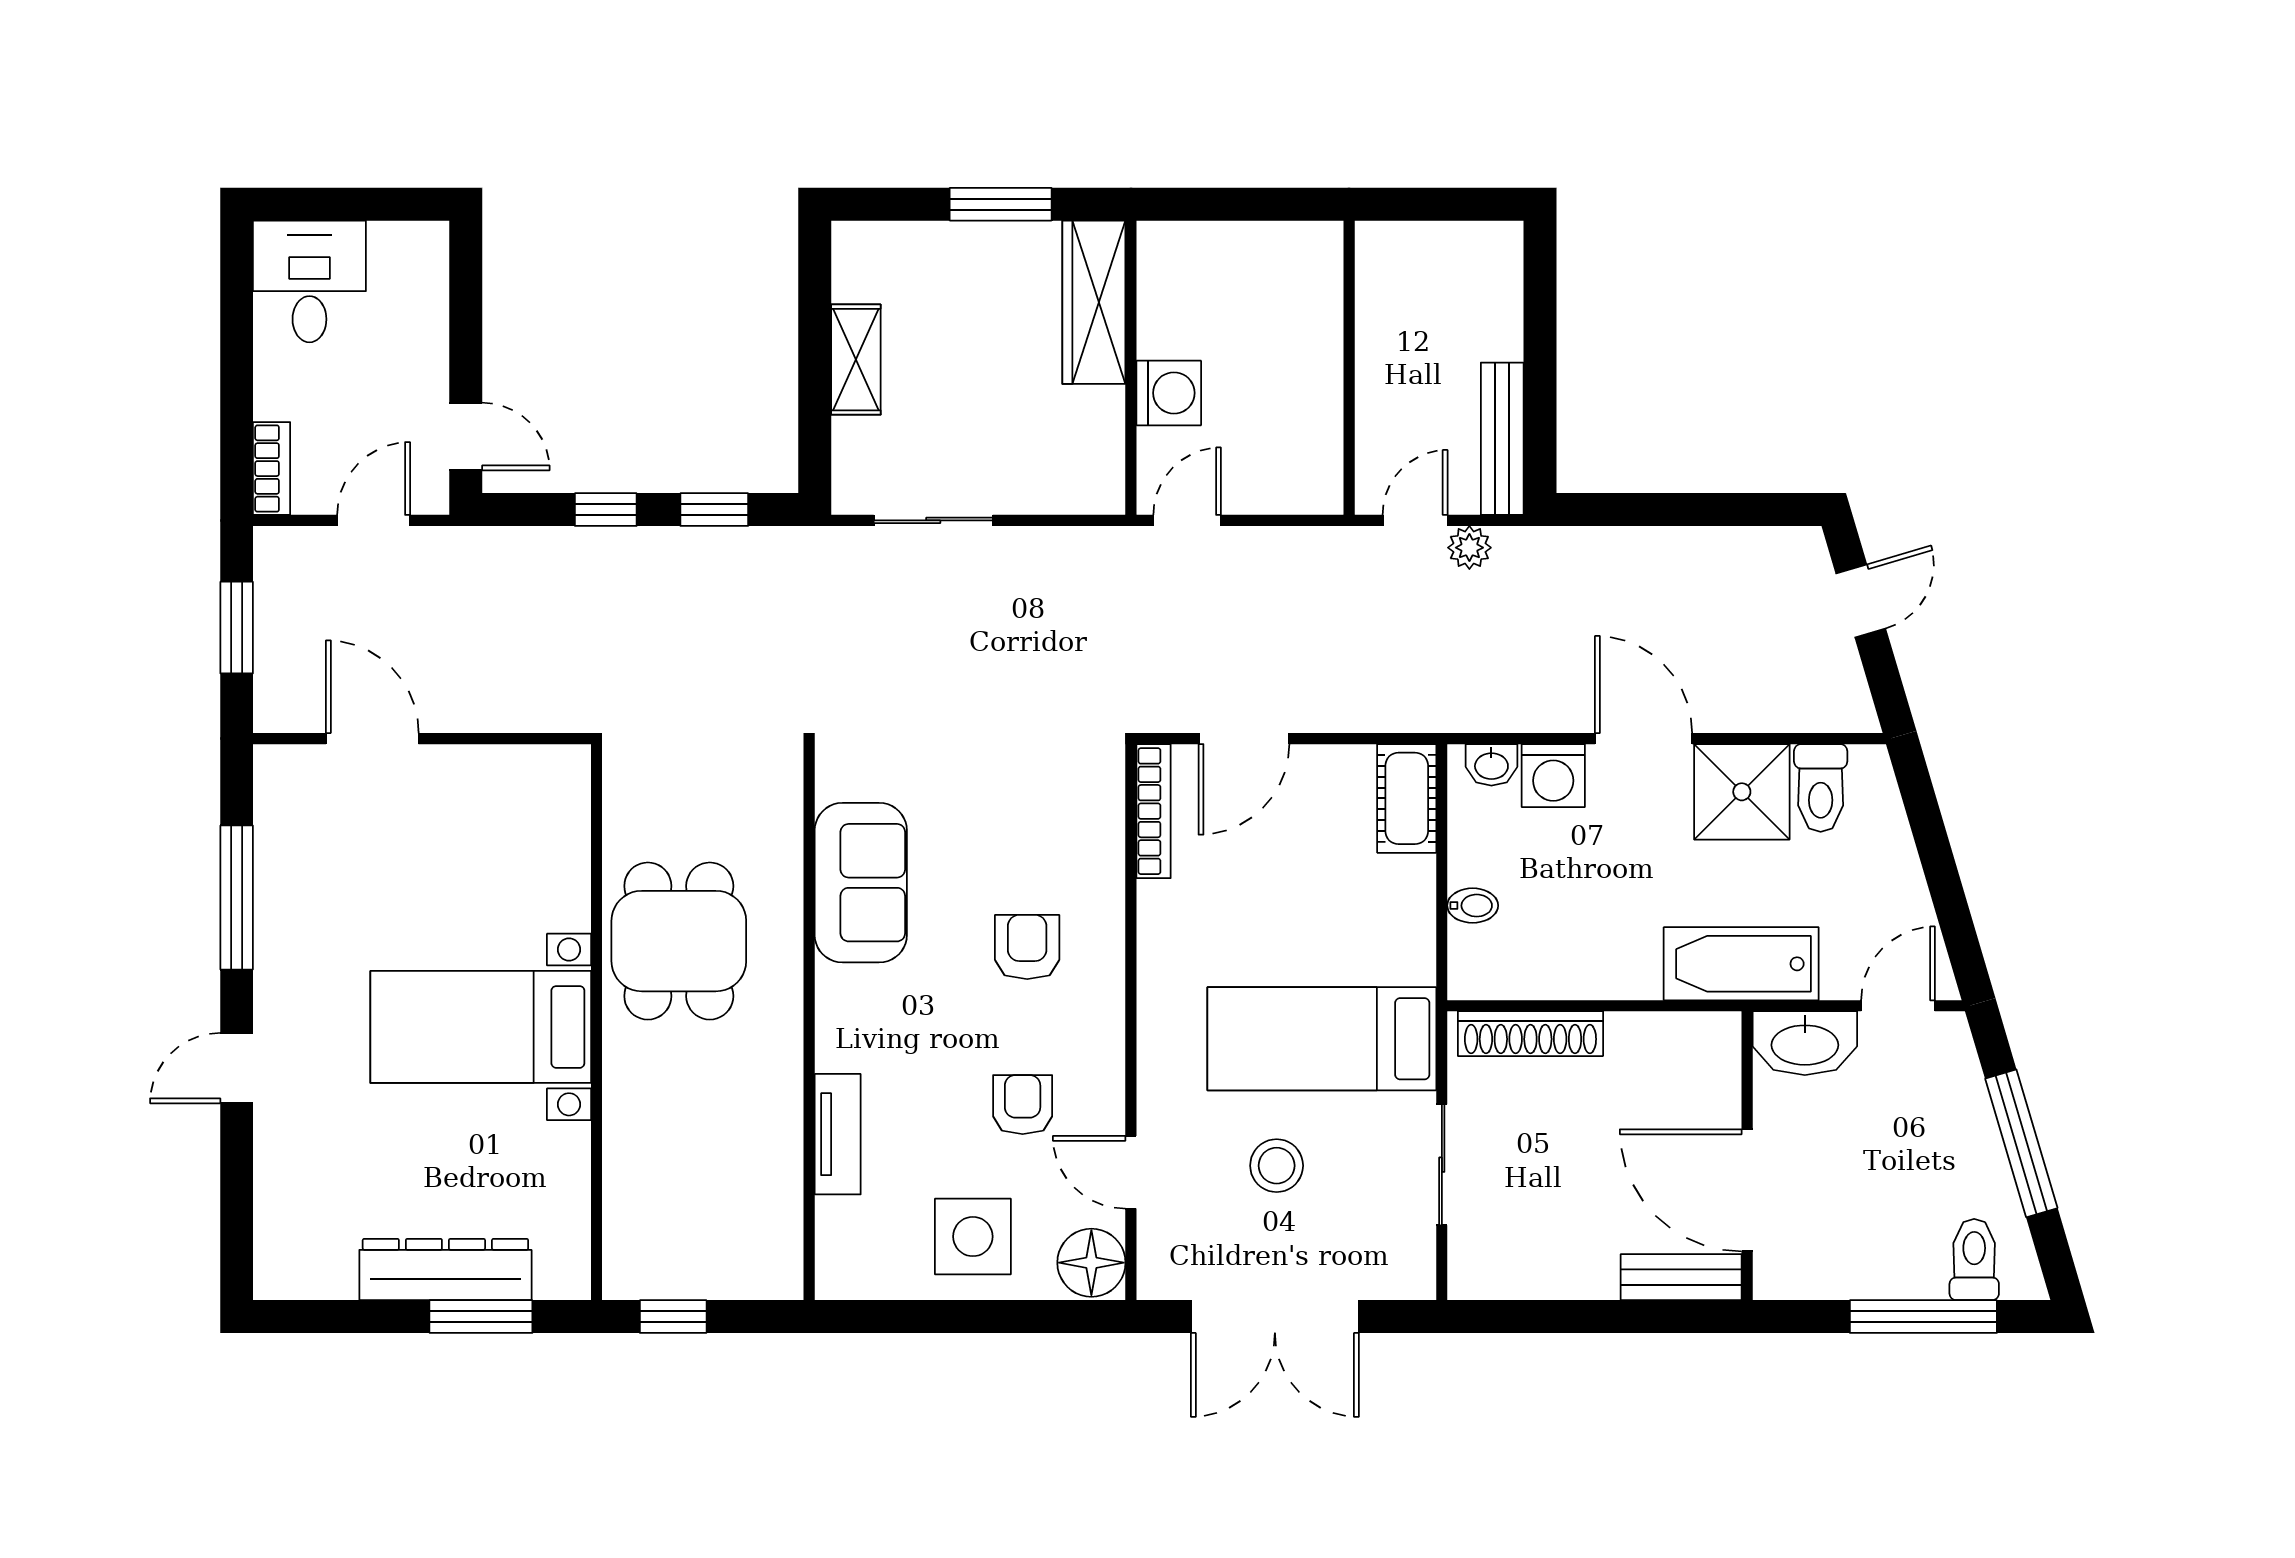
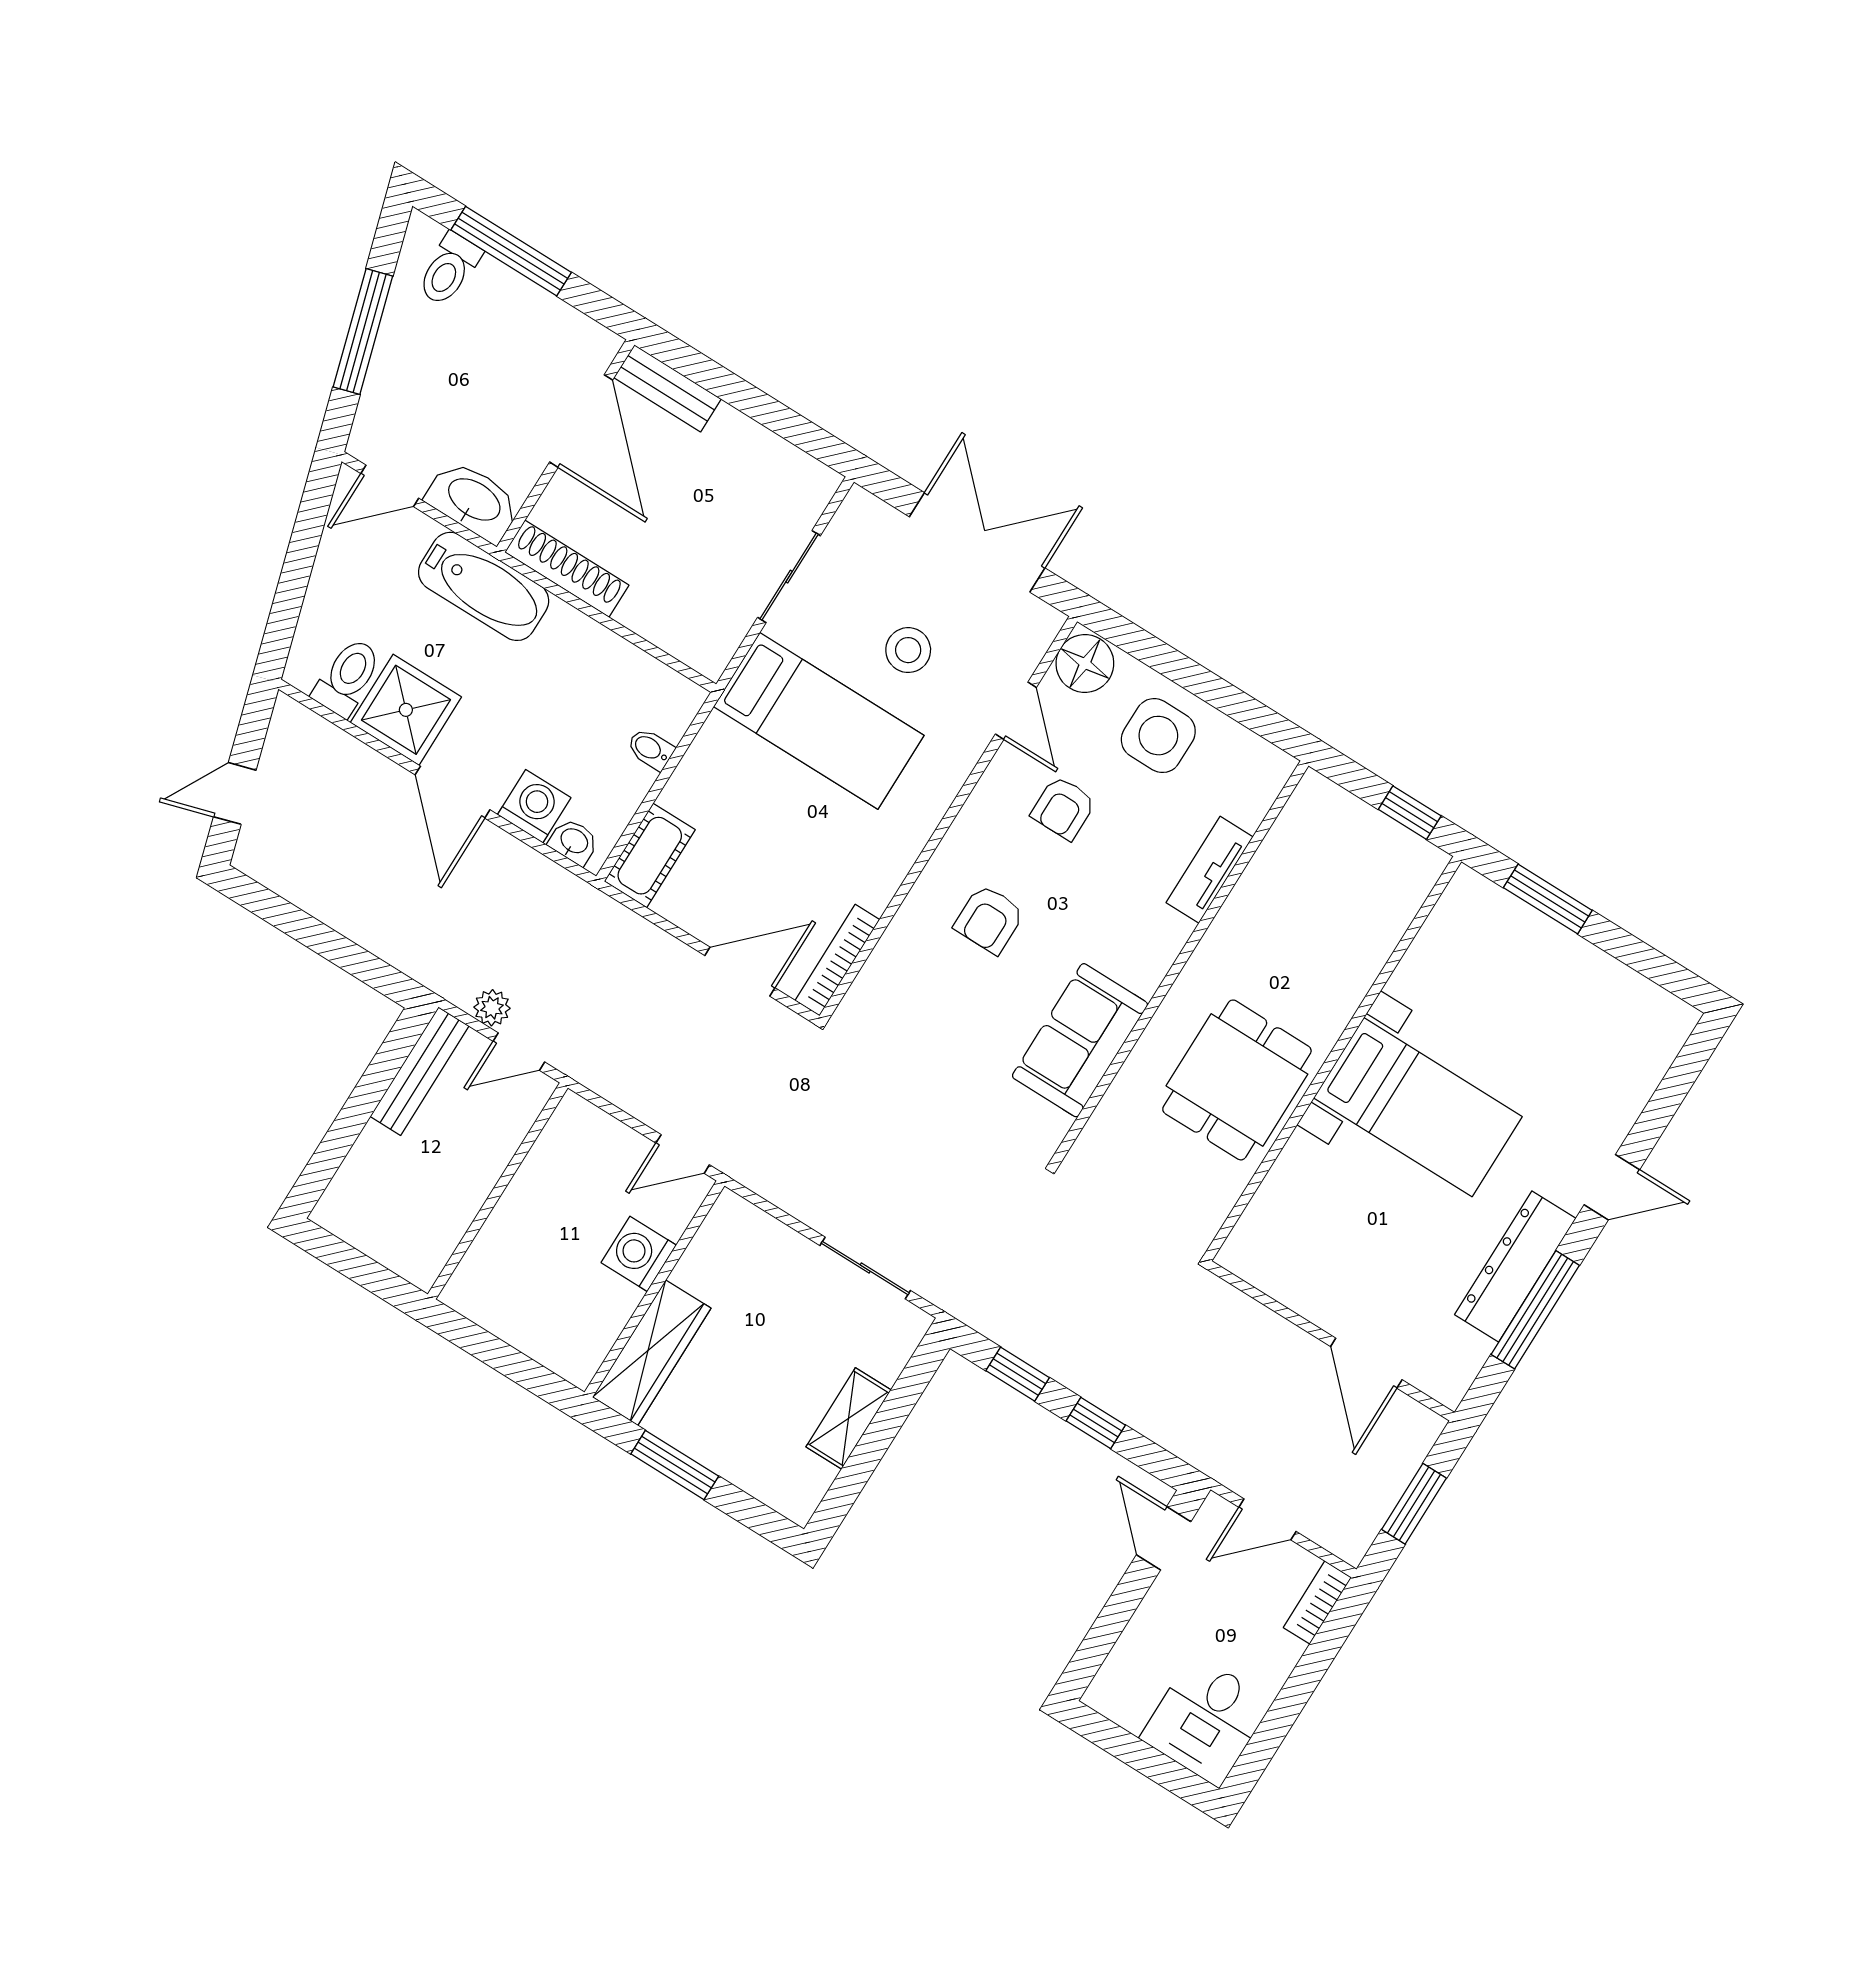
shoe rack: (1530, 1034) -> (567, 569), moved
dresser: (445, 1269) -> (1515, 1266), moved, turned 90

